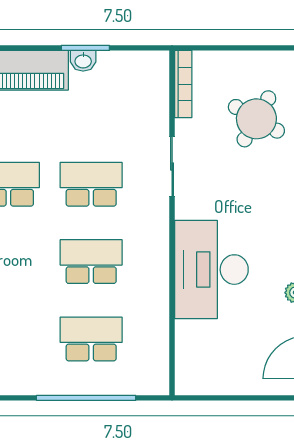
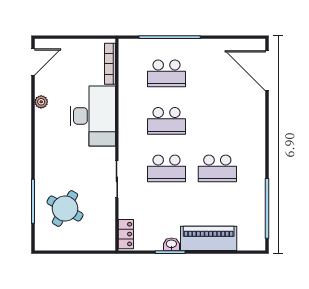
locker: (157, 77) -> (126, 234), added
bookcase: (183, 84) -> (110, 64), moved

